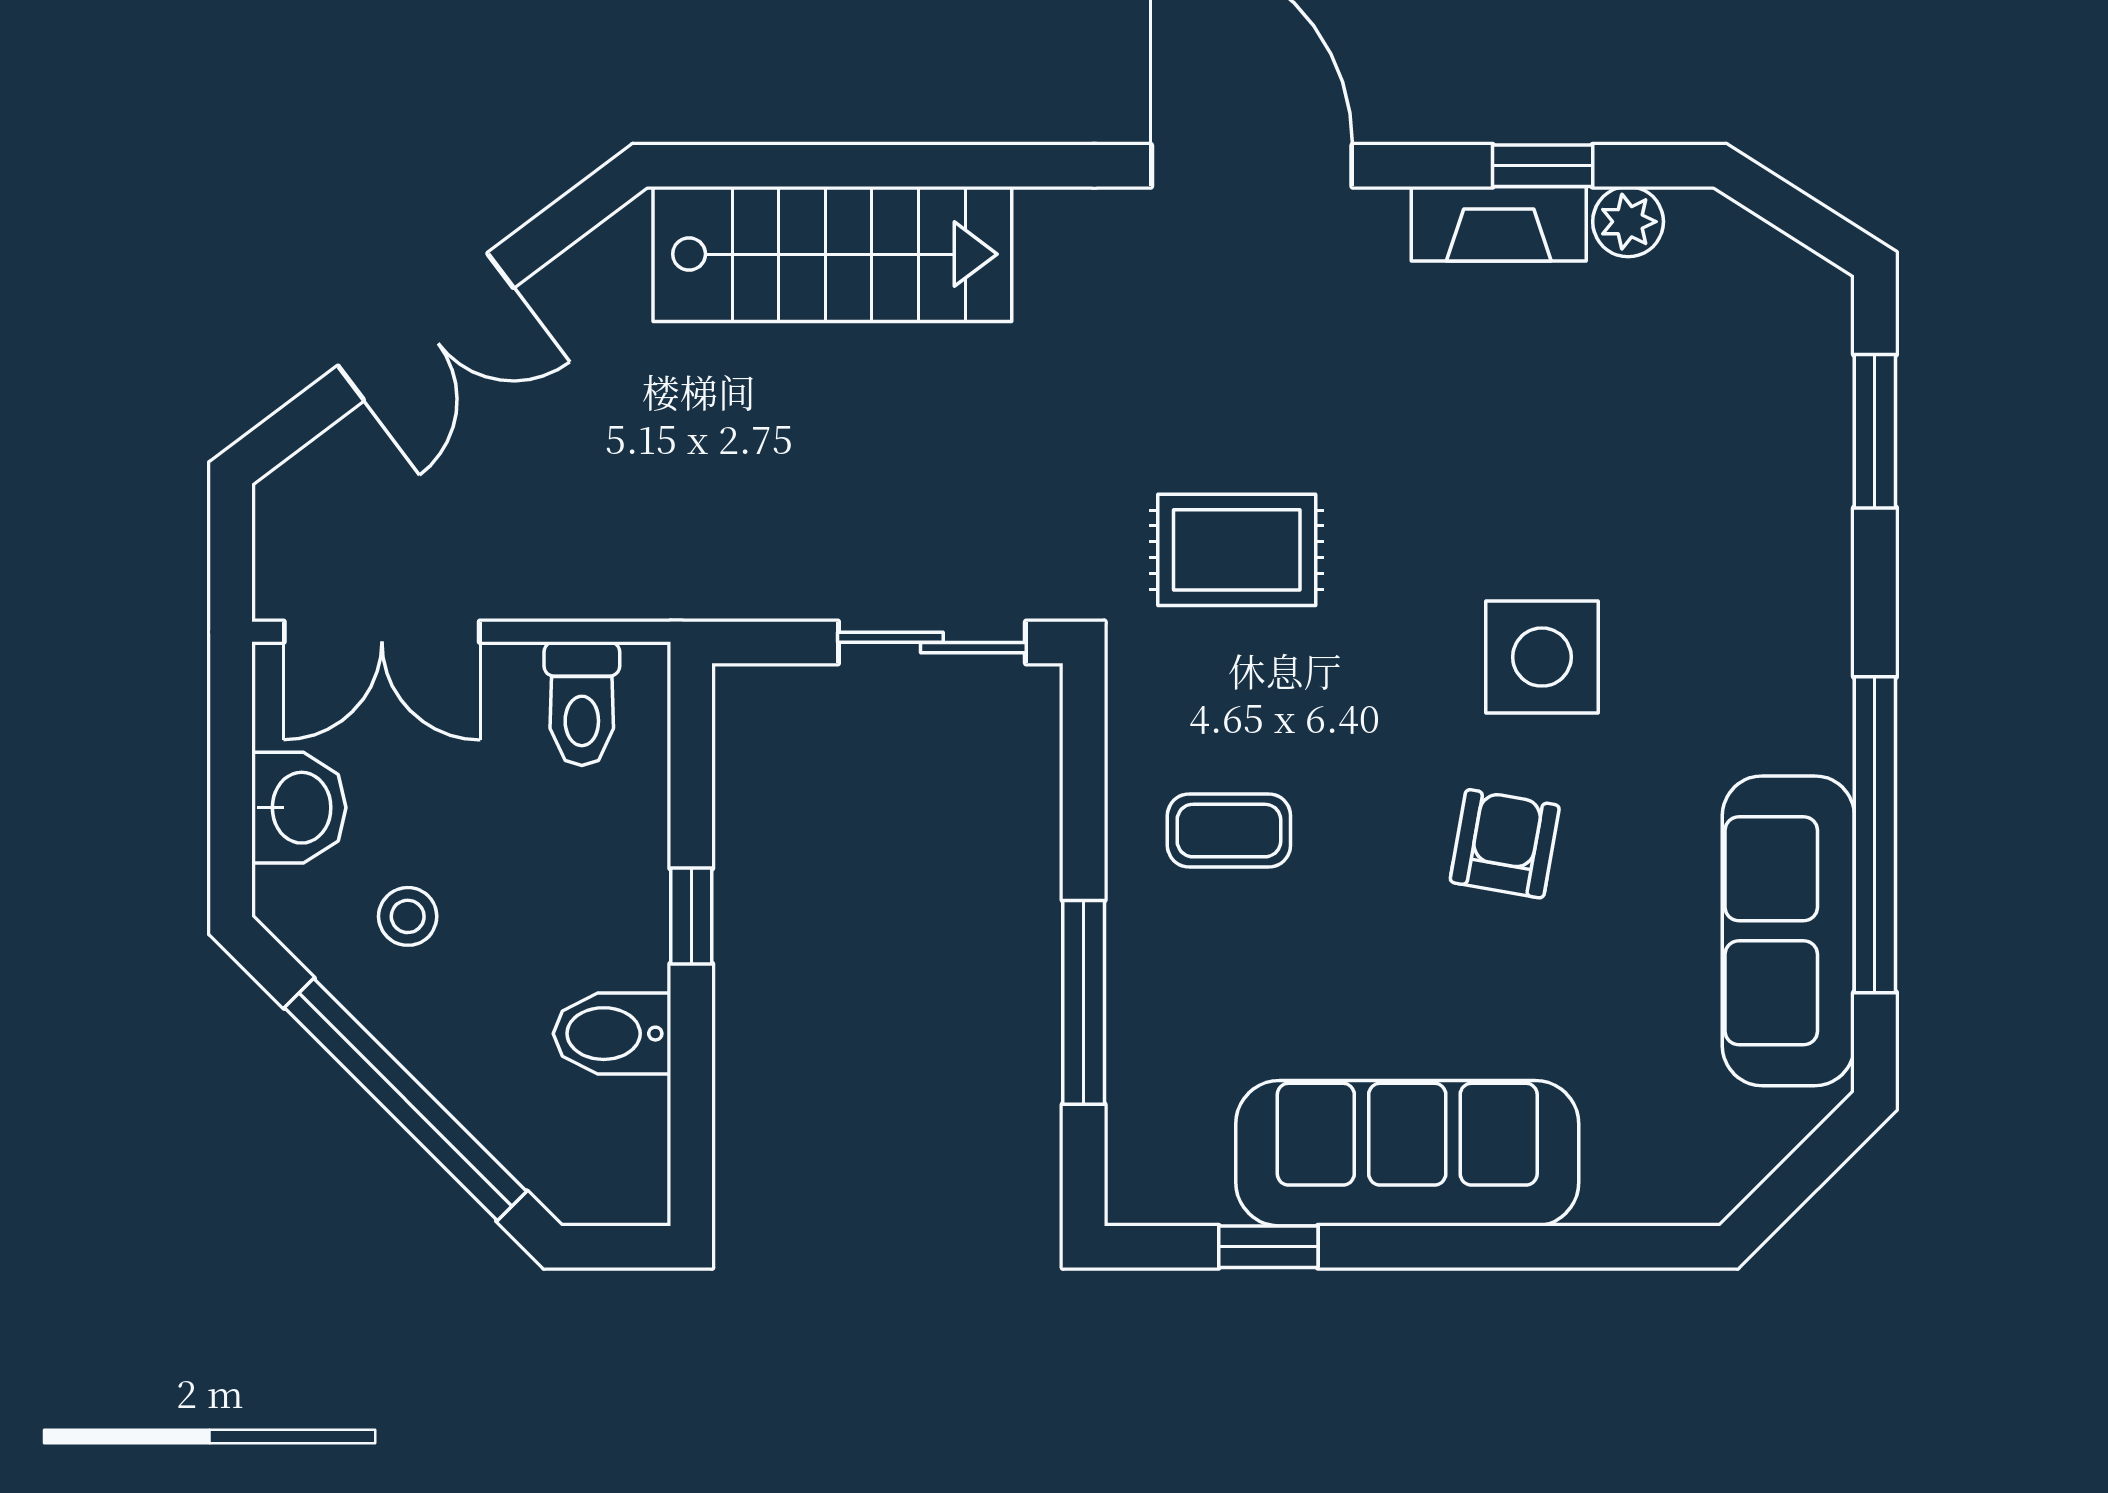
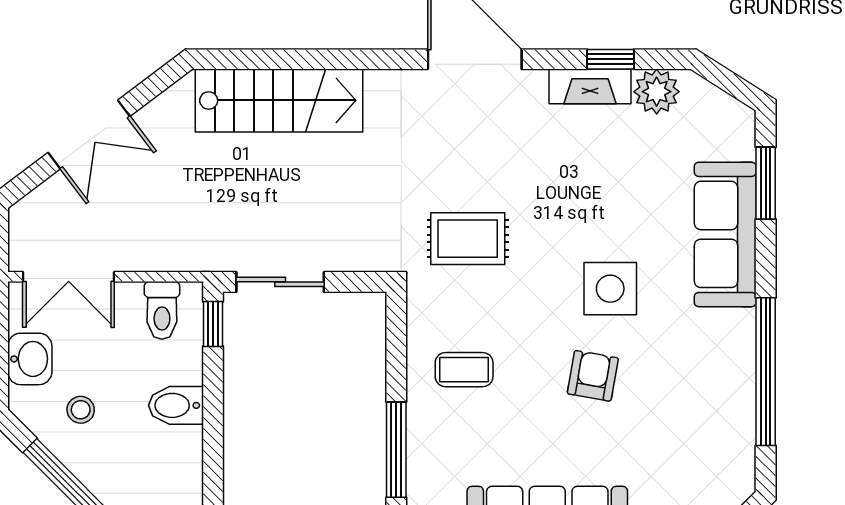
plant: (1628, 222) -> (657, 92), width x1.38, depth x1.38
sliding door: (932, 642) -> (280, 282), moved
window: (691, 916) -> (213, 324), moved
sofa: (1788, 931) -> (725, 234), moved
bidet: (612, 1034) -> (176, 405), moved

